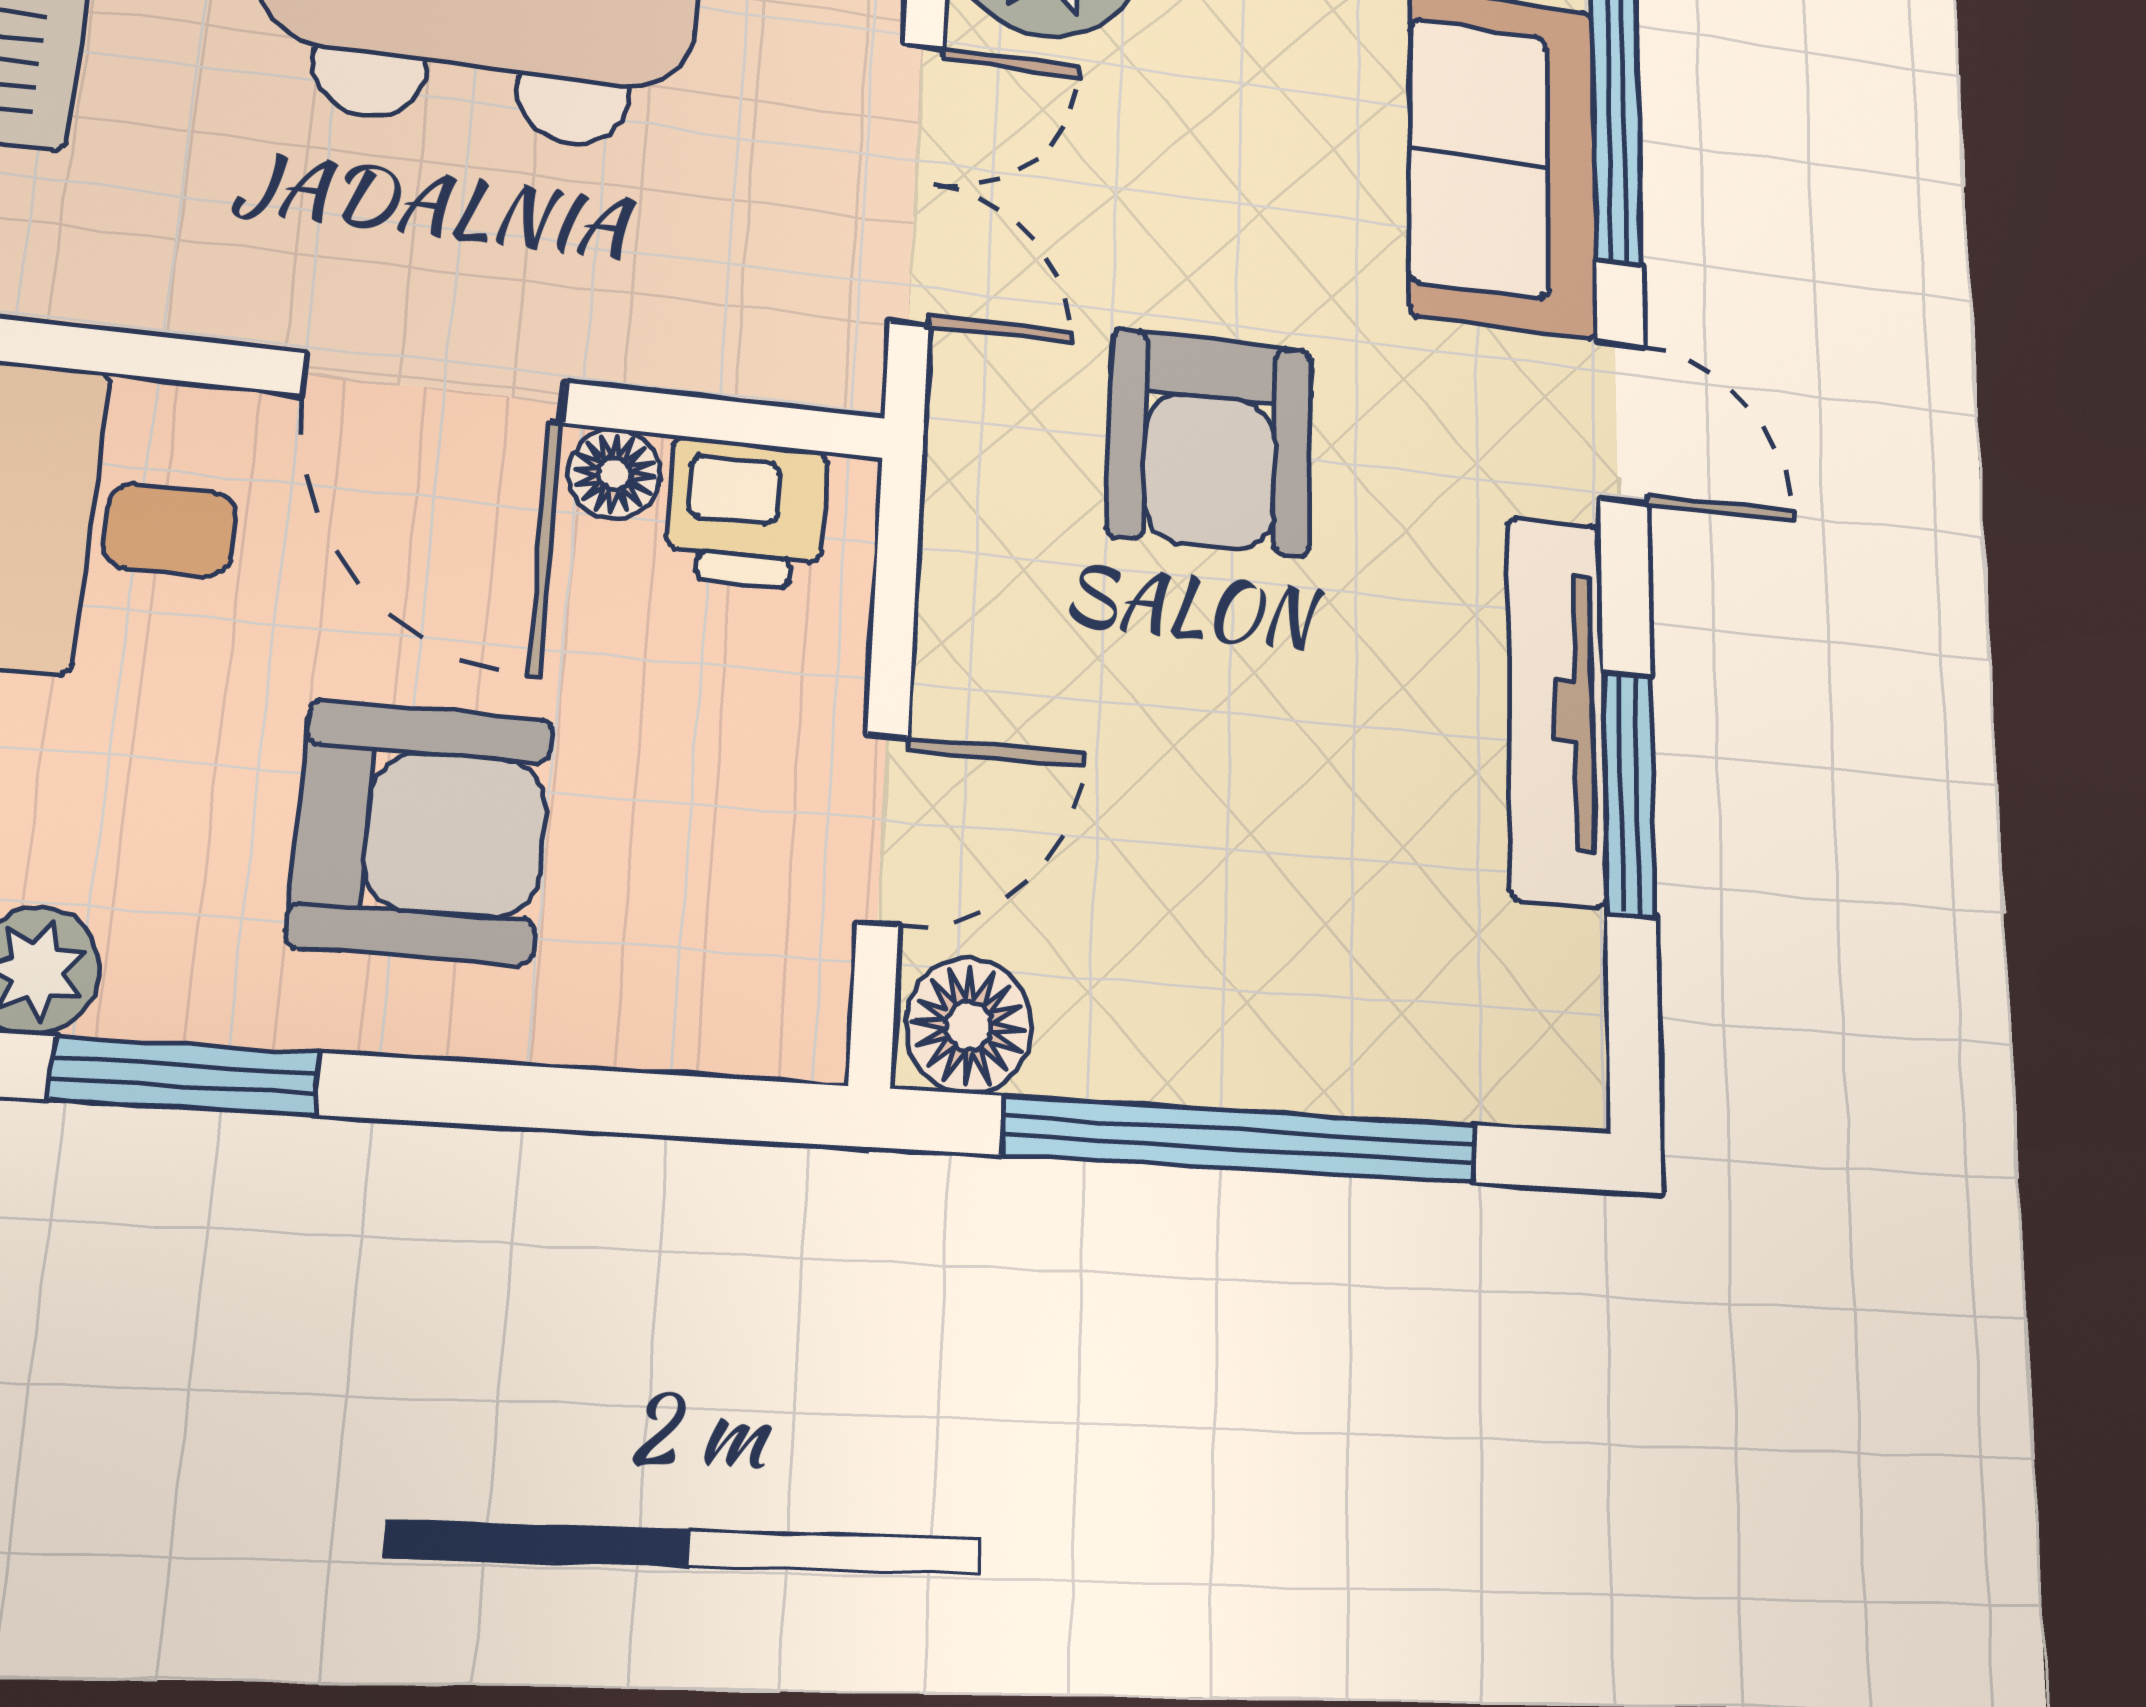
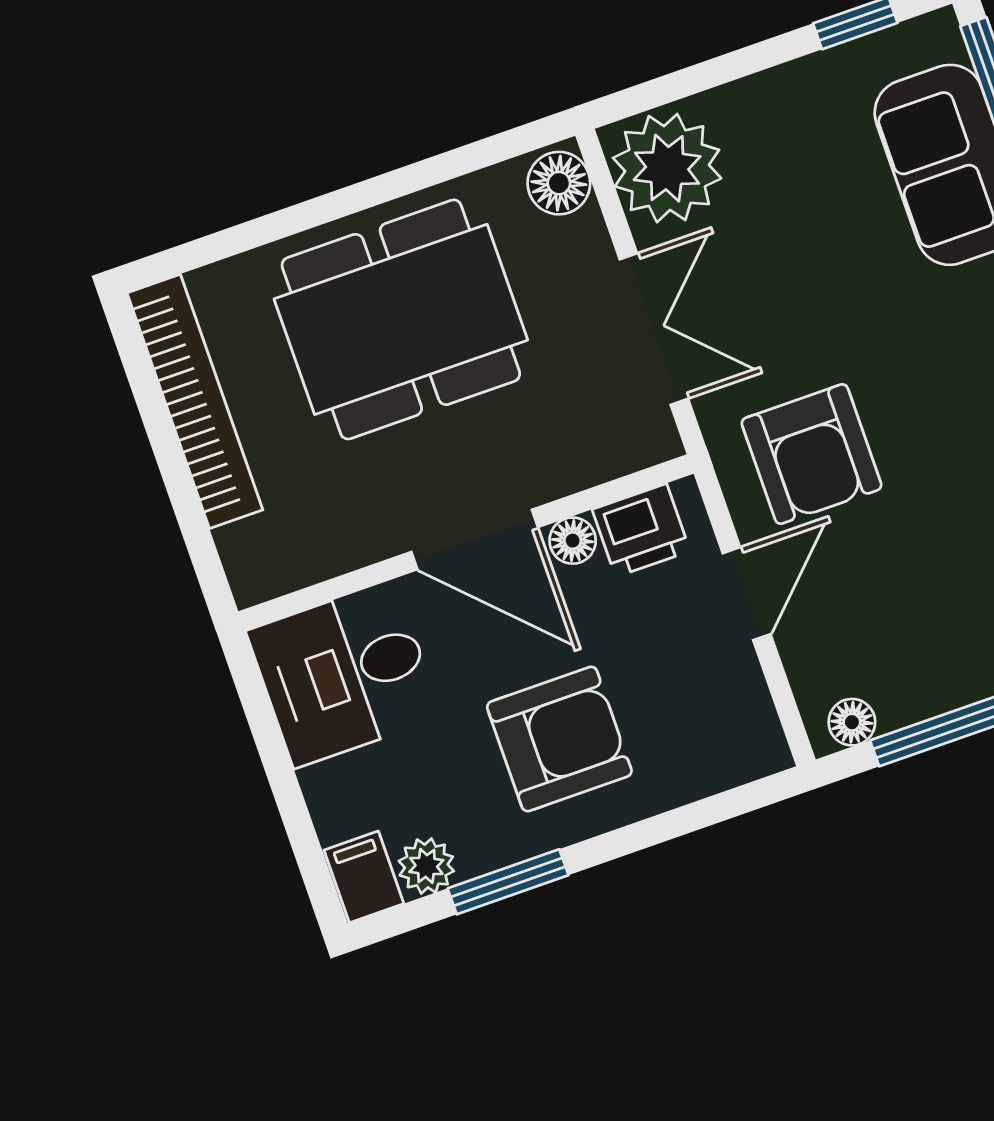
armchair: (1211, 442) -> (812, 454), moved
door: (883, 830) -> (747, 594), moved
floor lamp: (969, 1026) -> (852, 722), width x0.73, depth x0.73

